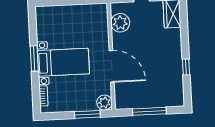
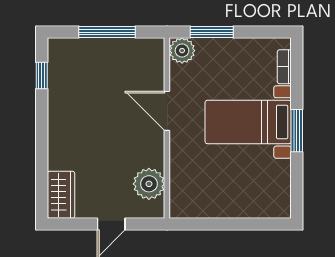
door: (112, 66) -> (167, 111), width x0.73
window: (186, 67) -> (42, 75), moved

